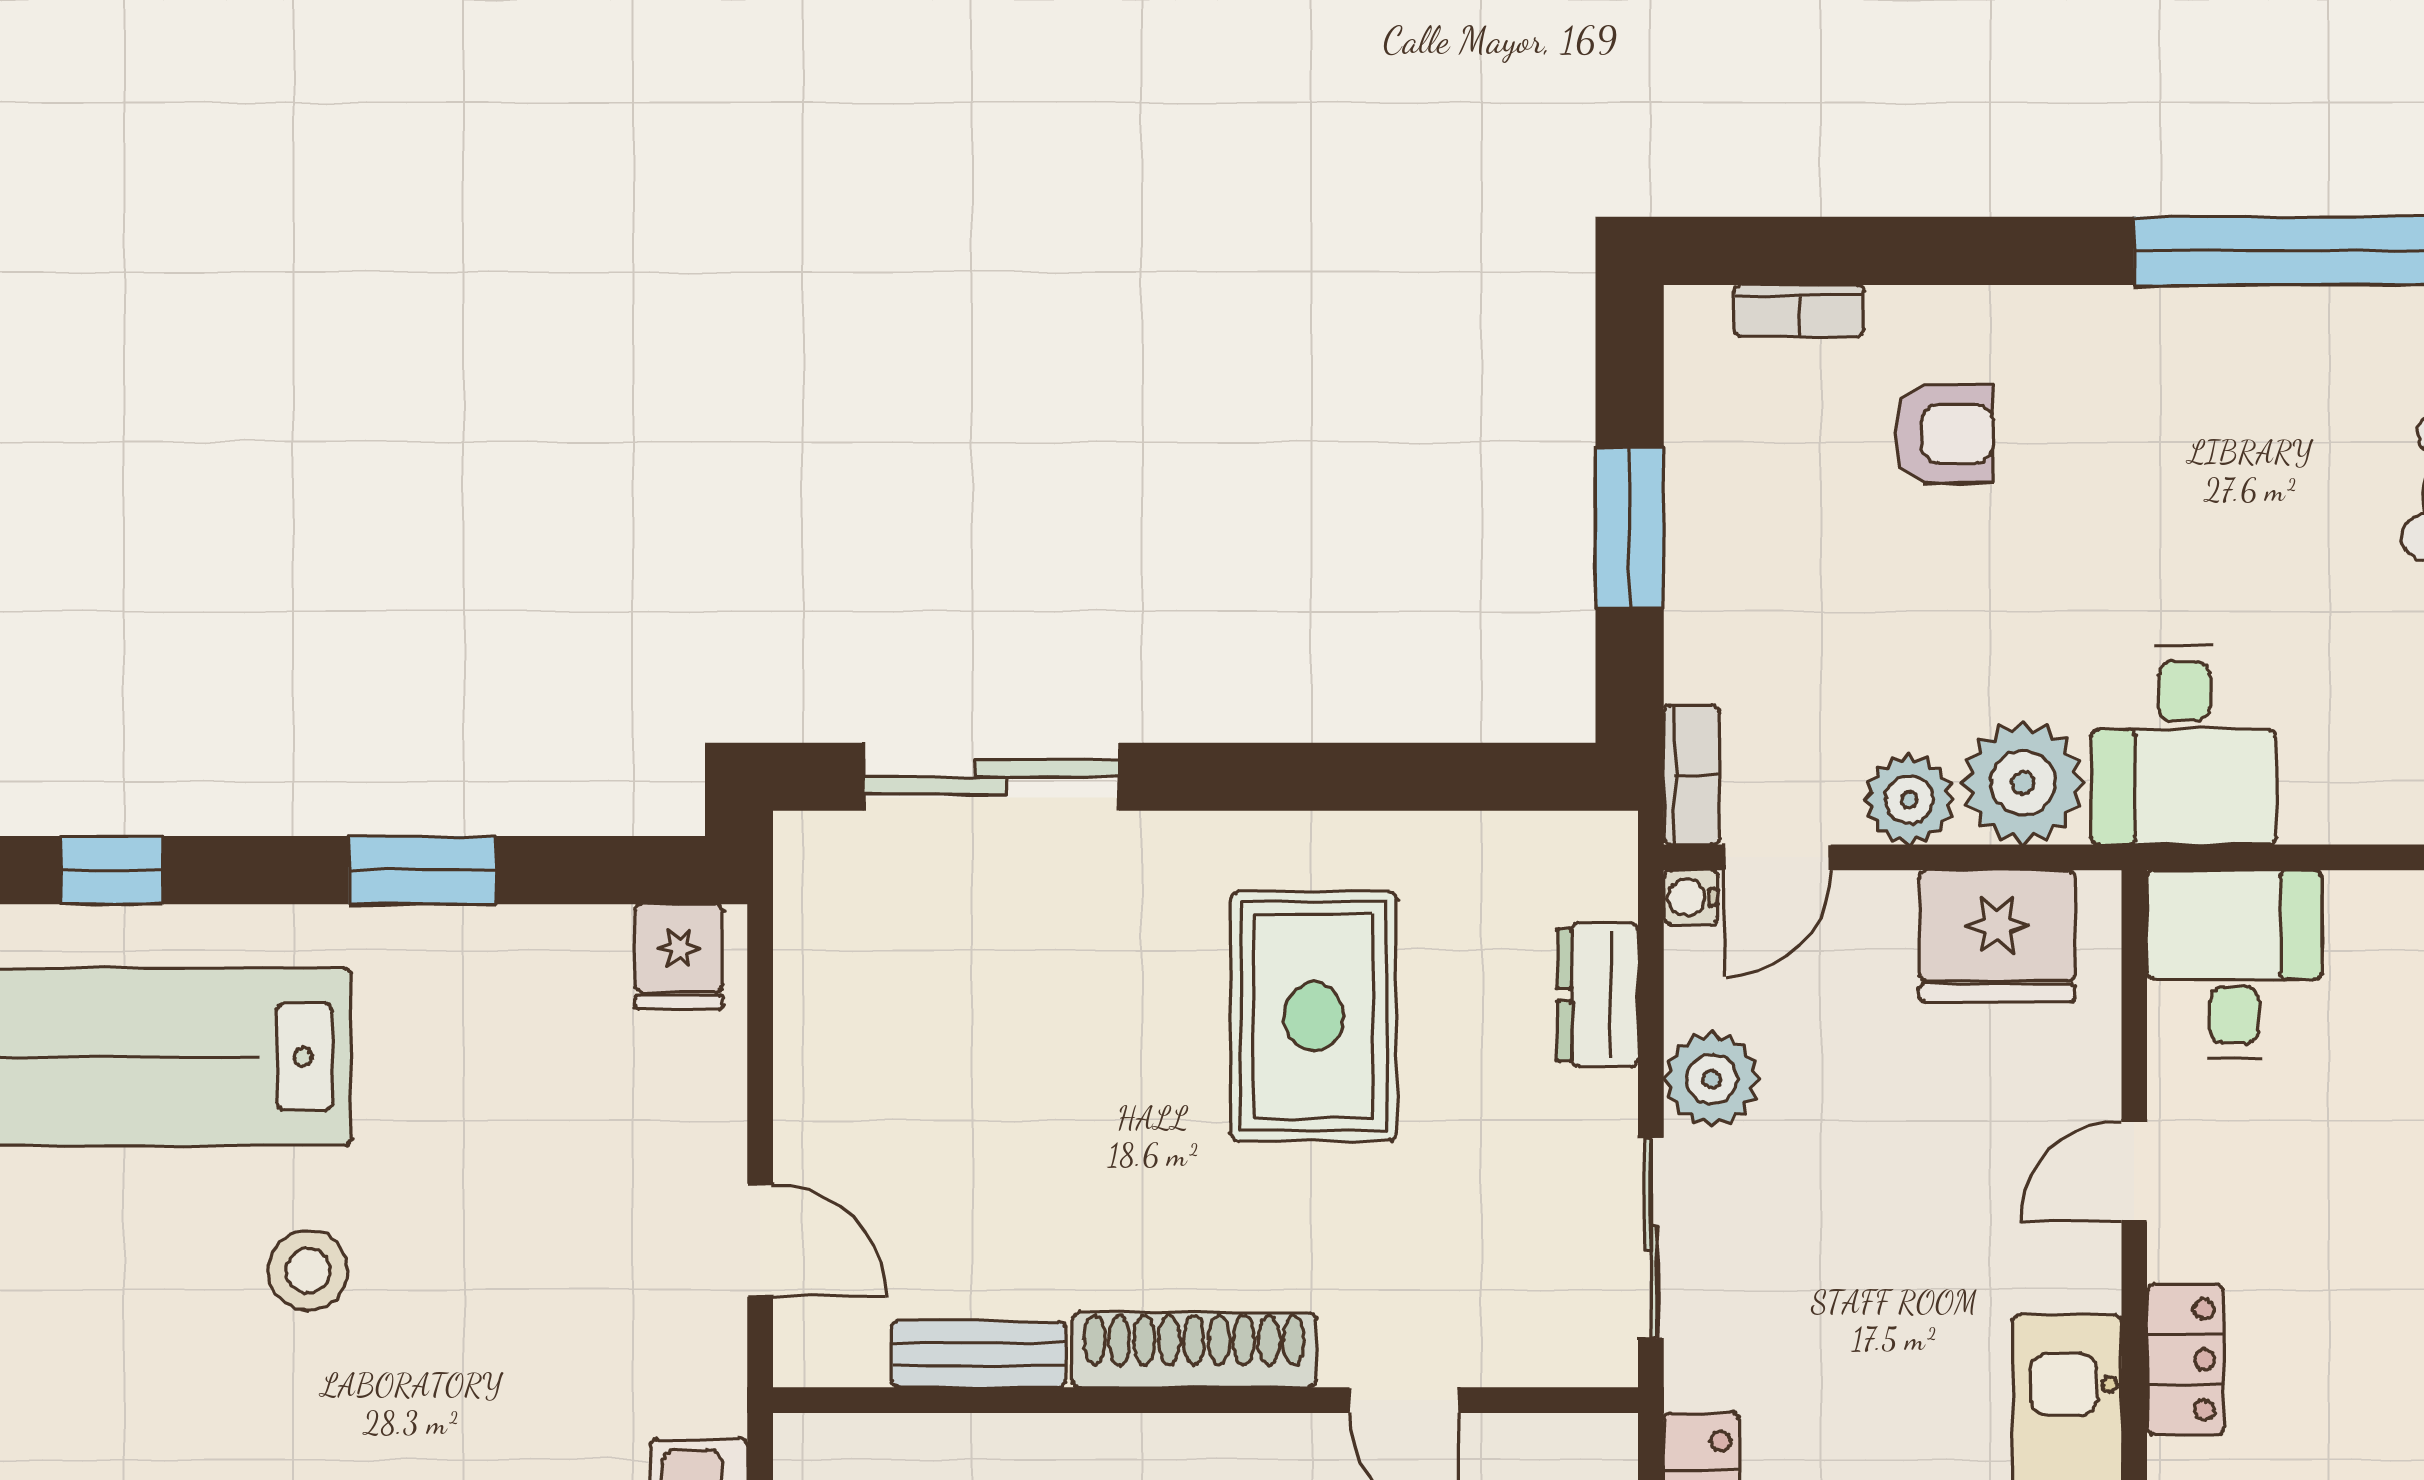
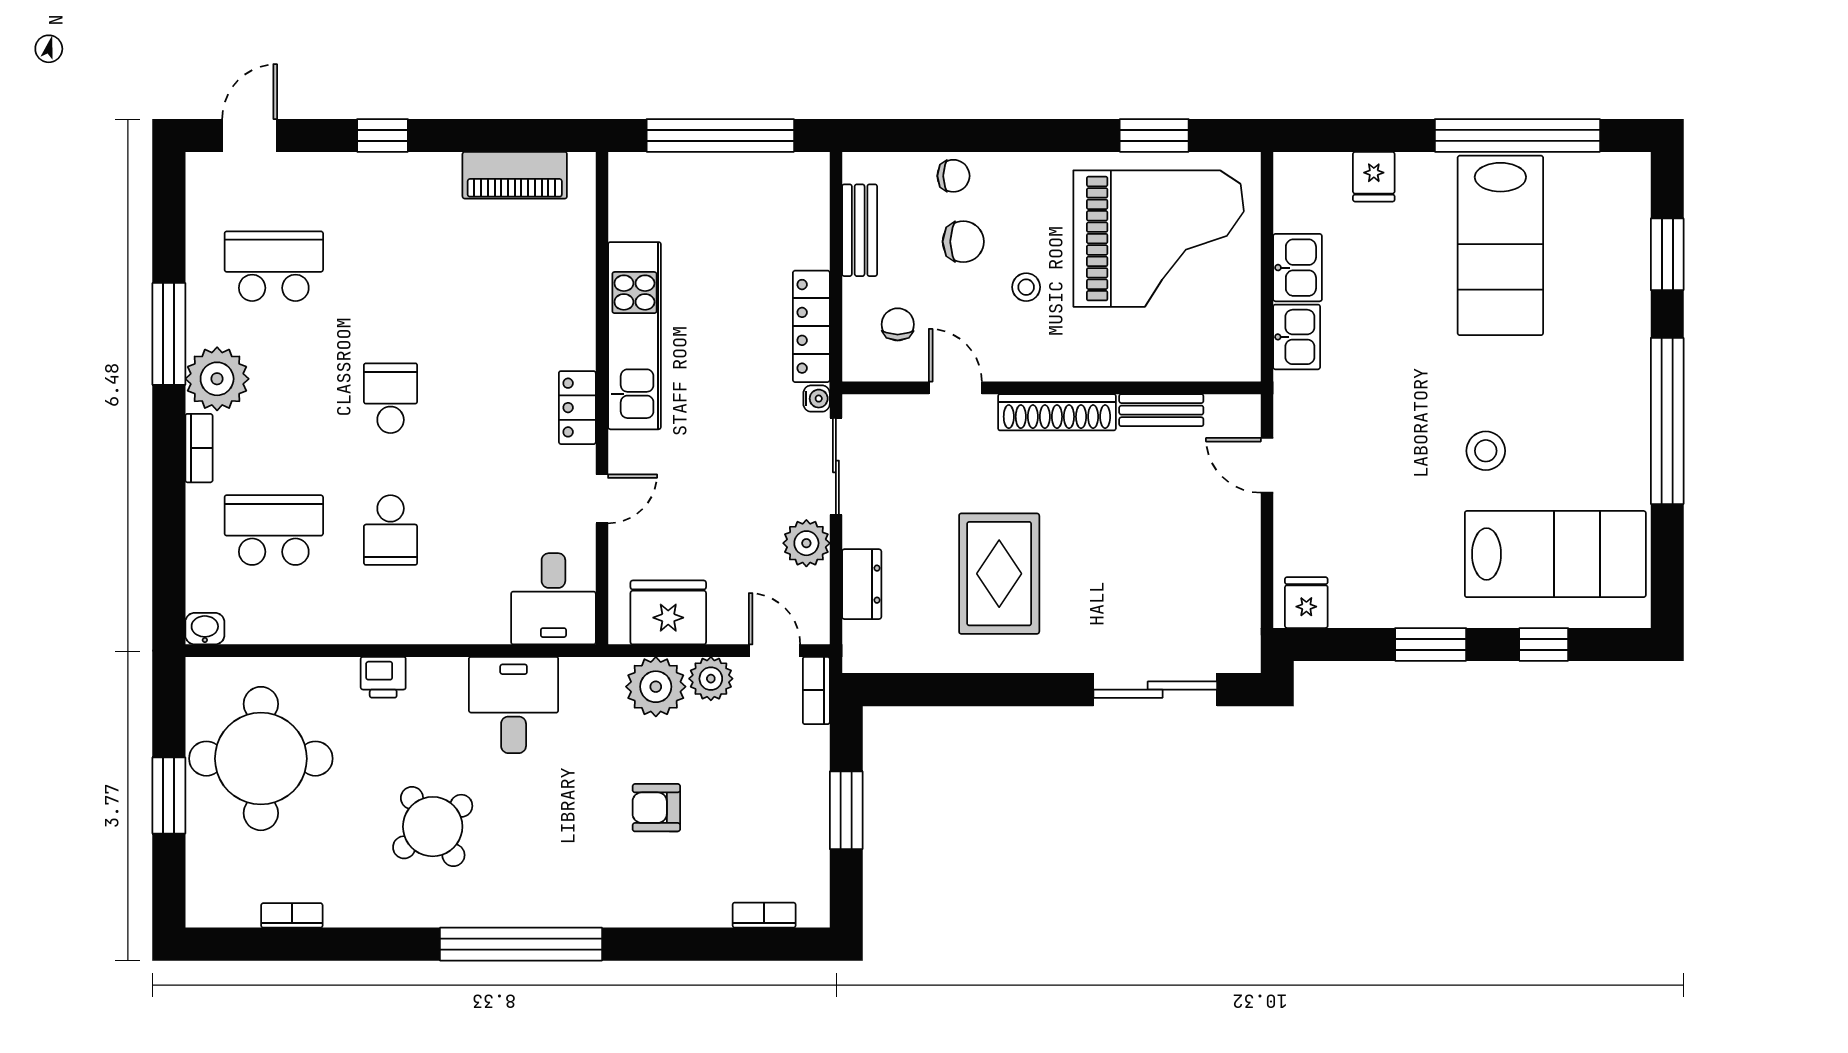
armchair: (1944, 434) -> (656, 808), moved
desk: (2184, 745) -> (514, 705), moved
door: (1778, 857) -> (774, 651), hinge flipped
window: (112, 870) -> (1544, 644), moved
water cooler: (1691, 897) -> (817, 399), moved

